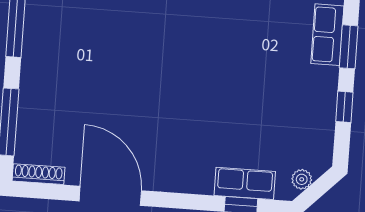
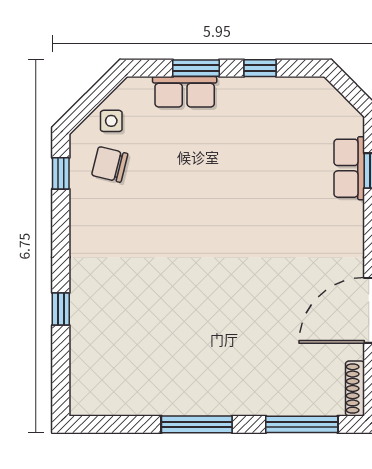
plant: (302, 179) -> (341, 108), removed

